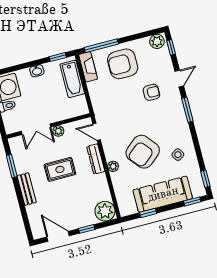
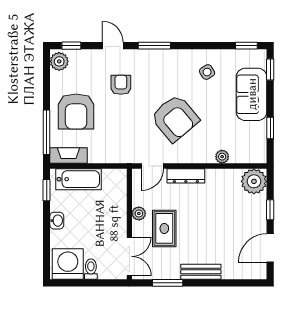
double door: (36, 129) -> (129, 256), moved
armchair: (143, 152) -> (175, 118), moved
plant: (113, 166) -> (222, 157), moved
rug: (60, 169) -> (164, 228), moved
sofa: (163, 194) -> (252, 94), width x0.73

